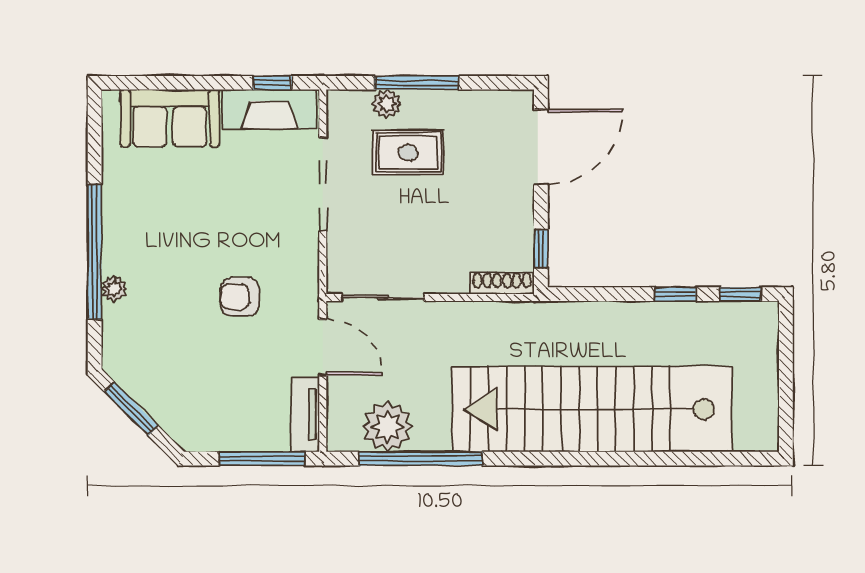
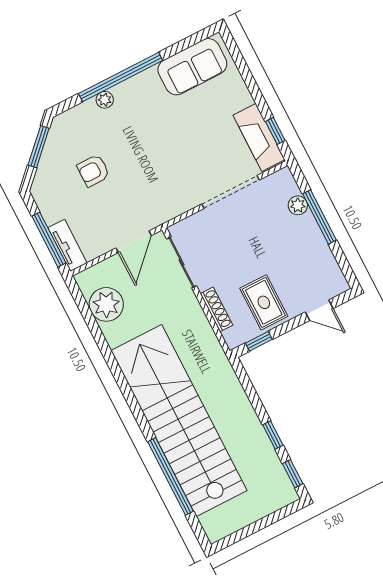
sofa: (170, 118) -> (192, 67), moved, turned -90
door: (541, 147) -> (319, 310), width x0.53
rug: (408, 153) -> (264, 302), moved
shoe rack: (502, 283) -> (216, 309), moved
armchair: (240, 297) -> (93, 171), moved, turned -90
tv unit: (305, 415) -> (67, 245), moved, turned 90
window: (421, 459) -> (171, 476), moved

